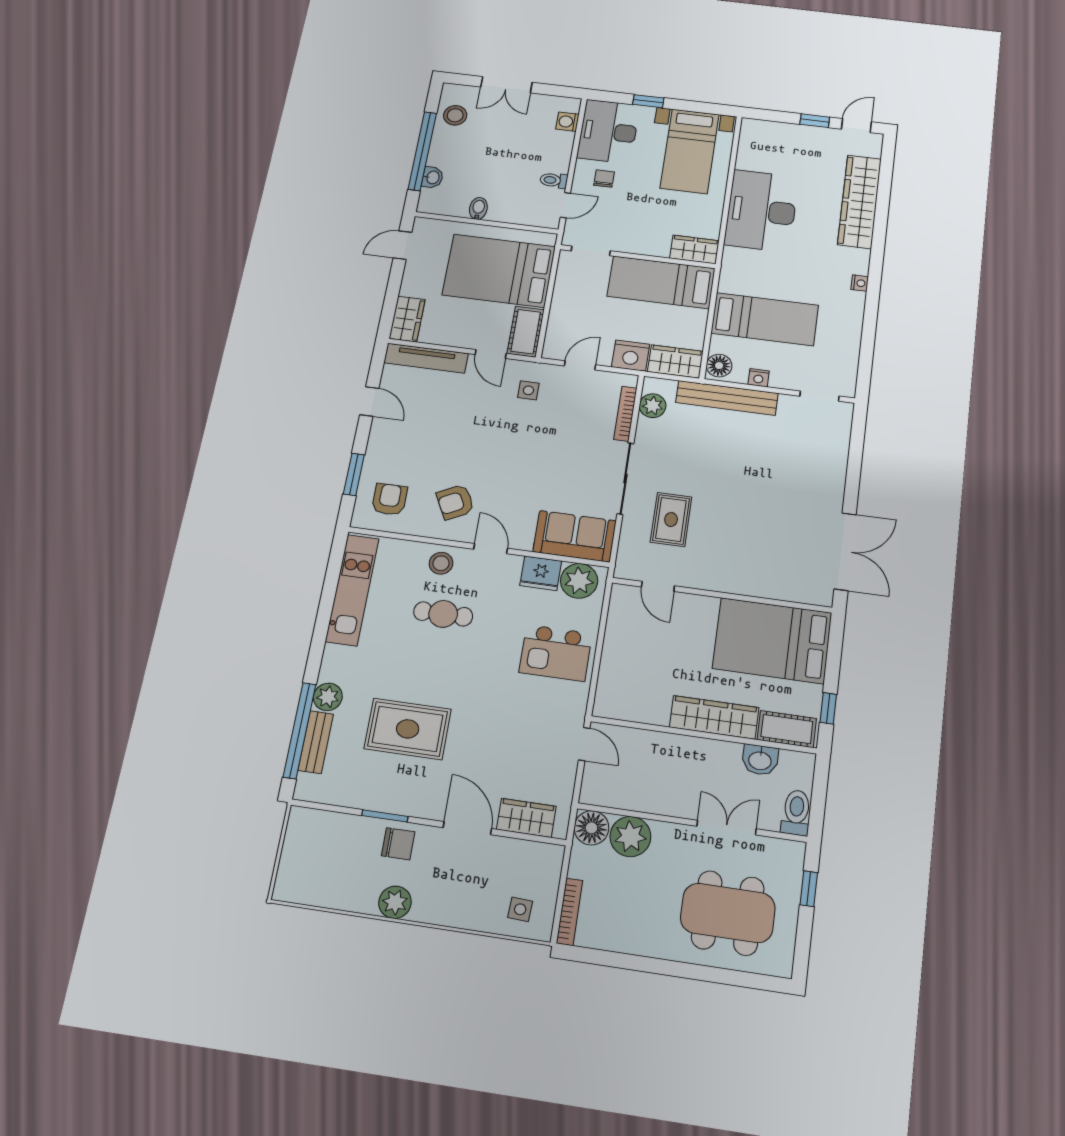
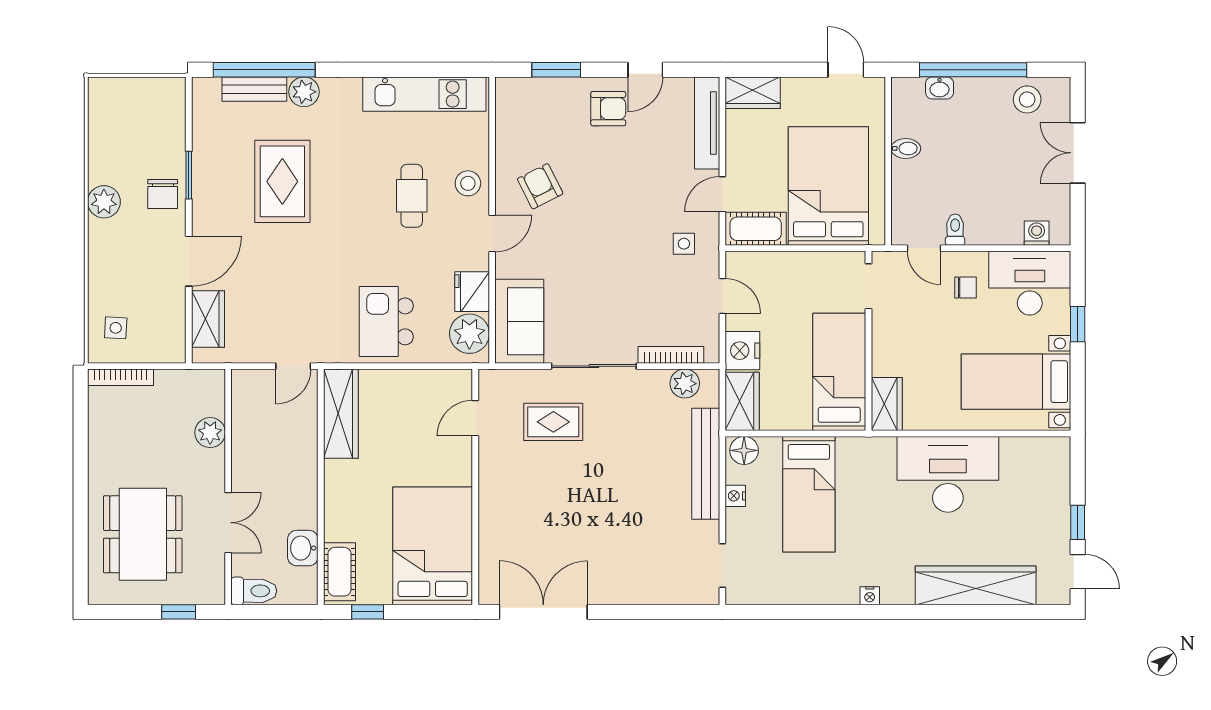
armchair: (390, 499) -> (608, 109), moved
double door: (845, 552) -> (543, 612), swing flipped
wardrobe: (714, 717) -> (341, 414), moved
floor lamp: (591, 828) -> (208, 387), removed
plant: (630, 837) -> (210, 433), width x0.73, depth x0.73

